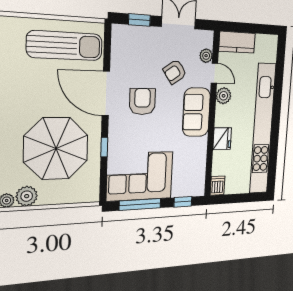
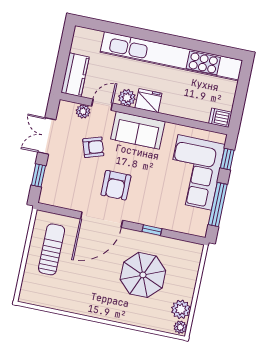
sun lounger: (65, 46) -> (52, 249), width x0.73, depth x0.75
armchair: (175, 72) -> (93, 147), turned -73
armchair: (142, 101) -> (116, 185), turned -90
fridge: (222, 139) -> (148, 101), moved
parasol: (56, 148) -> (143, 275), width x0.73, depth x0.73
corner sofa: (140, 176) -> (195, 172), moved

